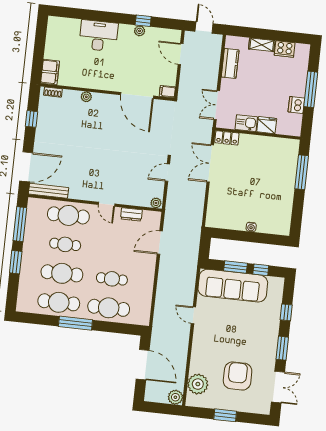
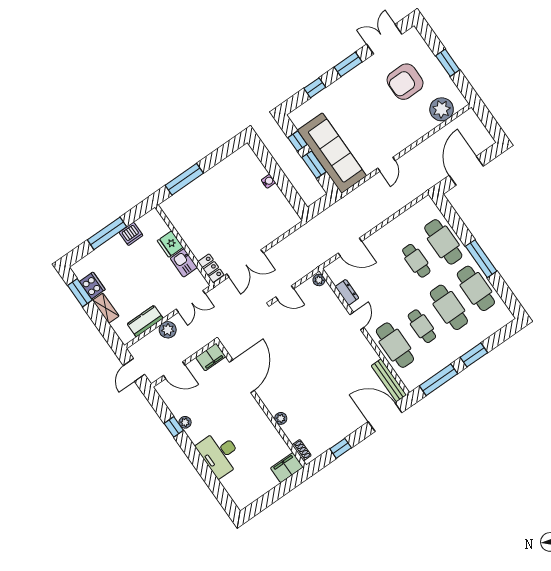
window: (287, 37) -> (80, 293), added
door: (181, 54) -> (174, 370), hinge flipped
filing cabinet: (167, 92) -> (211, 357), width x2.00
plant: (175, 397) -> (168, 330), moved

